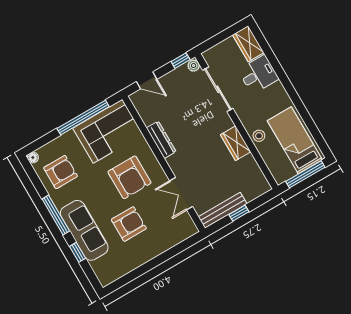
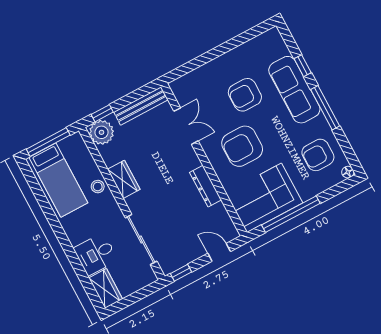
plant: (194, 66) -> (101, 132), moved, width x1.88, depth x1.88
armchair: (130, 177) -> (242, 146), turned -90
window: (239, 213) -> (102, 113), moved

